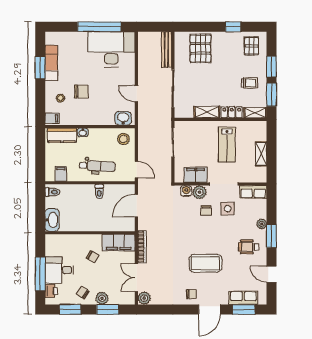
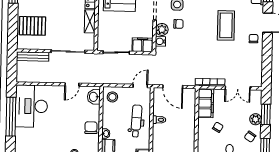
chair: (81, 92) -> (91, 128), moved
filing cabinet: (196, 175) -> (142, 45), moved, turned 90
plant: (144, 298) -> (256, 81), removed

